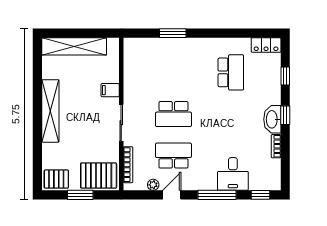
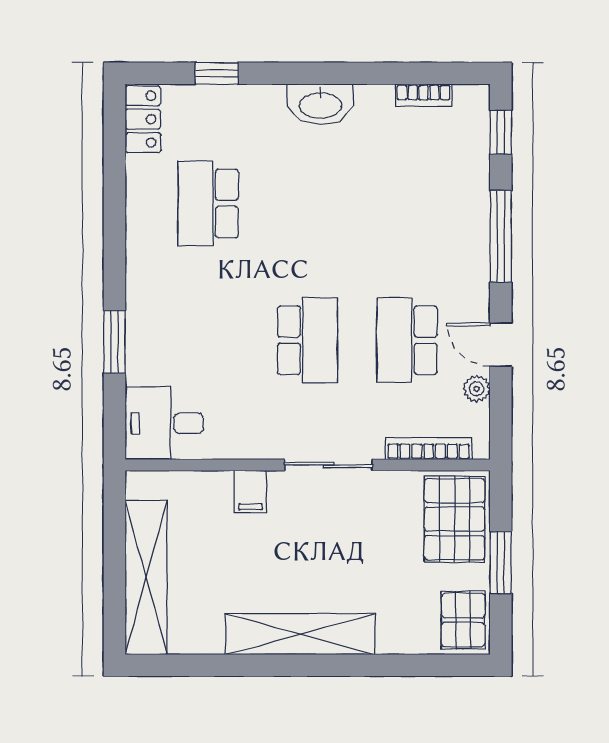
school desk: (231, 72) -> (208, 203), turned -90
window: (285, 115) -> (311, 73), removed
bookcase: (276, 146) -> (424, 95), moved
desk: (233, 174) -> (164, 423), moved, turned 180

